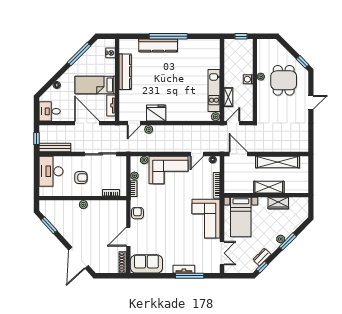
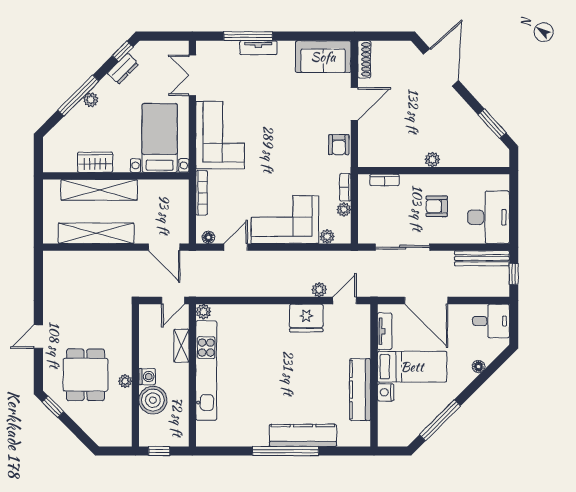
nightstand: (110, 53) -> (386, 392), moved
boiler: (245, 66) -> (153, 400), added
kitchen unit: (214, 90) -> (206, 371), width x1.36
shelving: (269, 187) -> (99, 190), width x1.47
window: (288, 241) -> (78, 96), width x1.44

